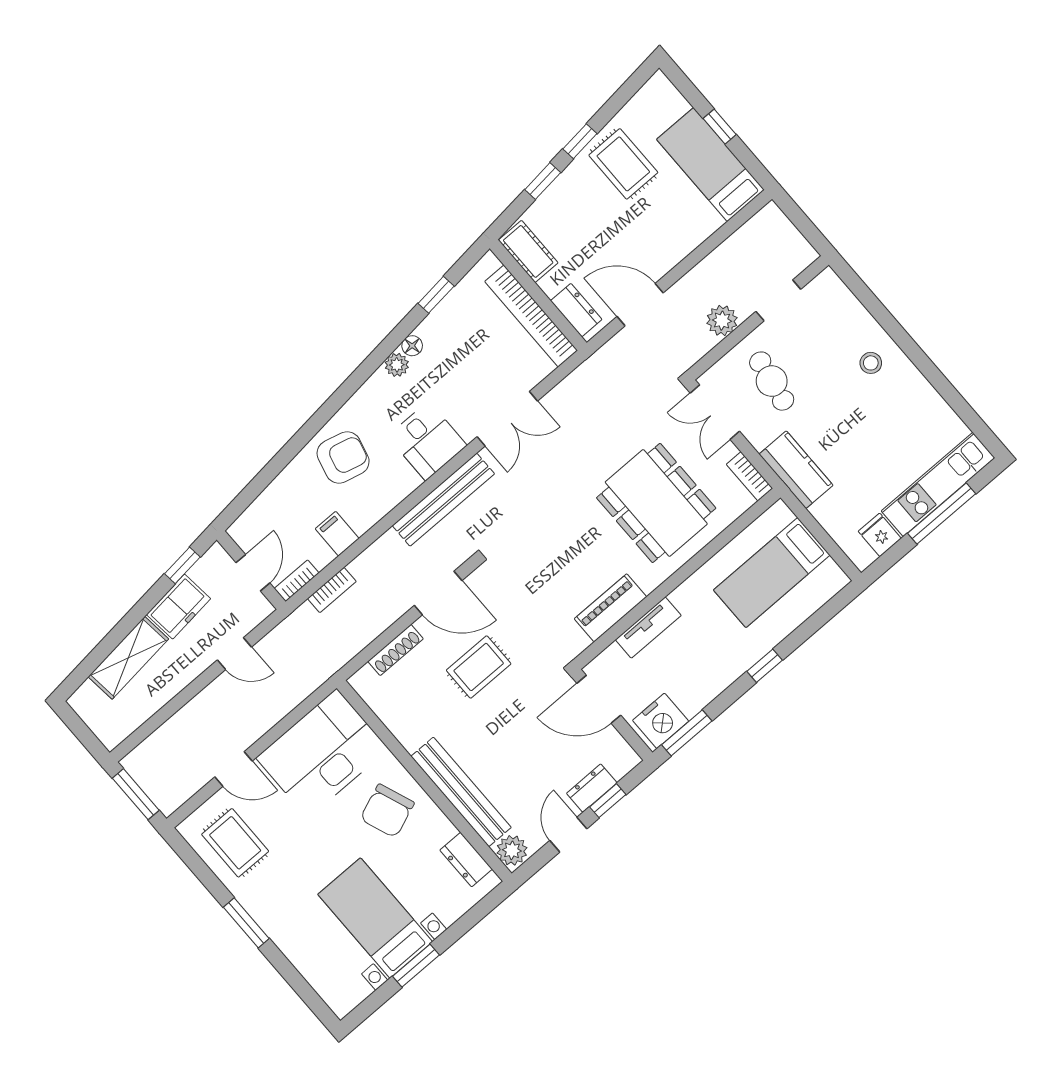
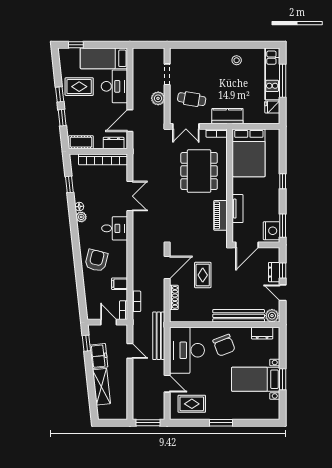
window: (720, 127) -> (76, 45), moved
desk: (677, 225) -> (114, 86), added
stool: (871, 363) -> (237, 60), moved
bench: (443, 500) -> (159, 336), moved
dining table: (656, 503) -> (199, 171), turned 90
bed: (772, 573) -> (249, 153), width x1.50
door: (234, 654) -> (130, 351), hinge flipped
door: (234, 769) -> (167, 384), hinge flipped

